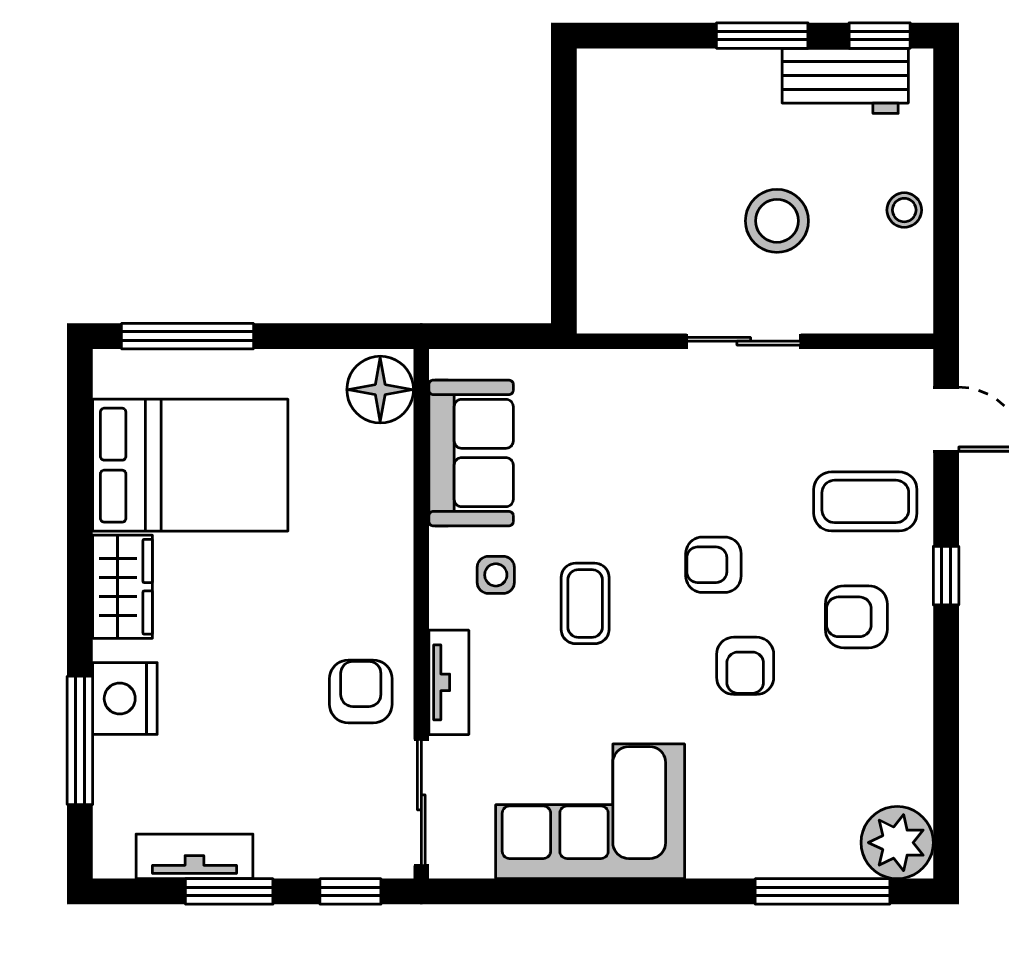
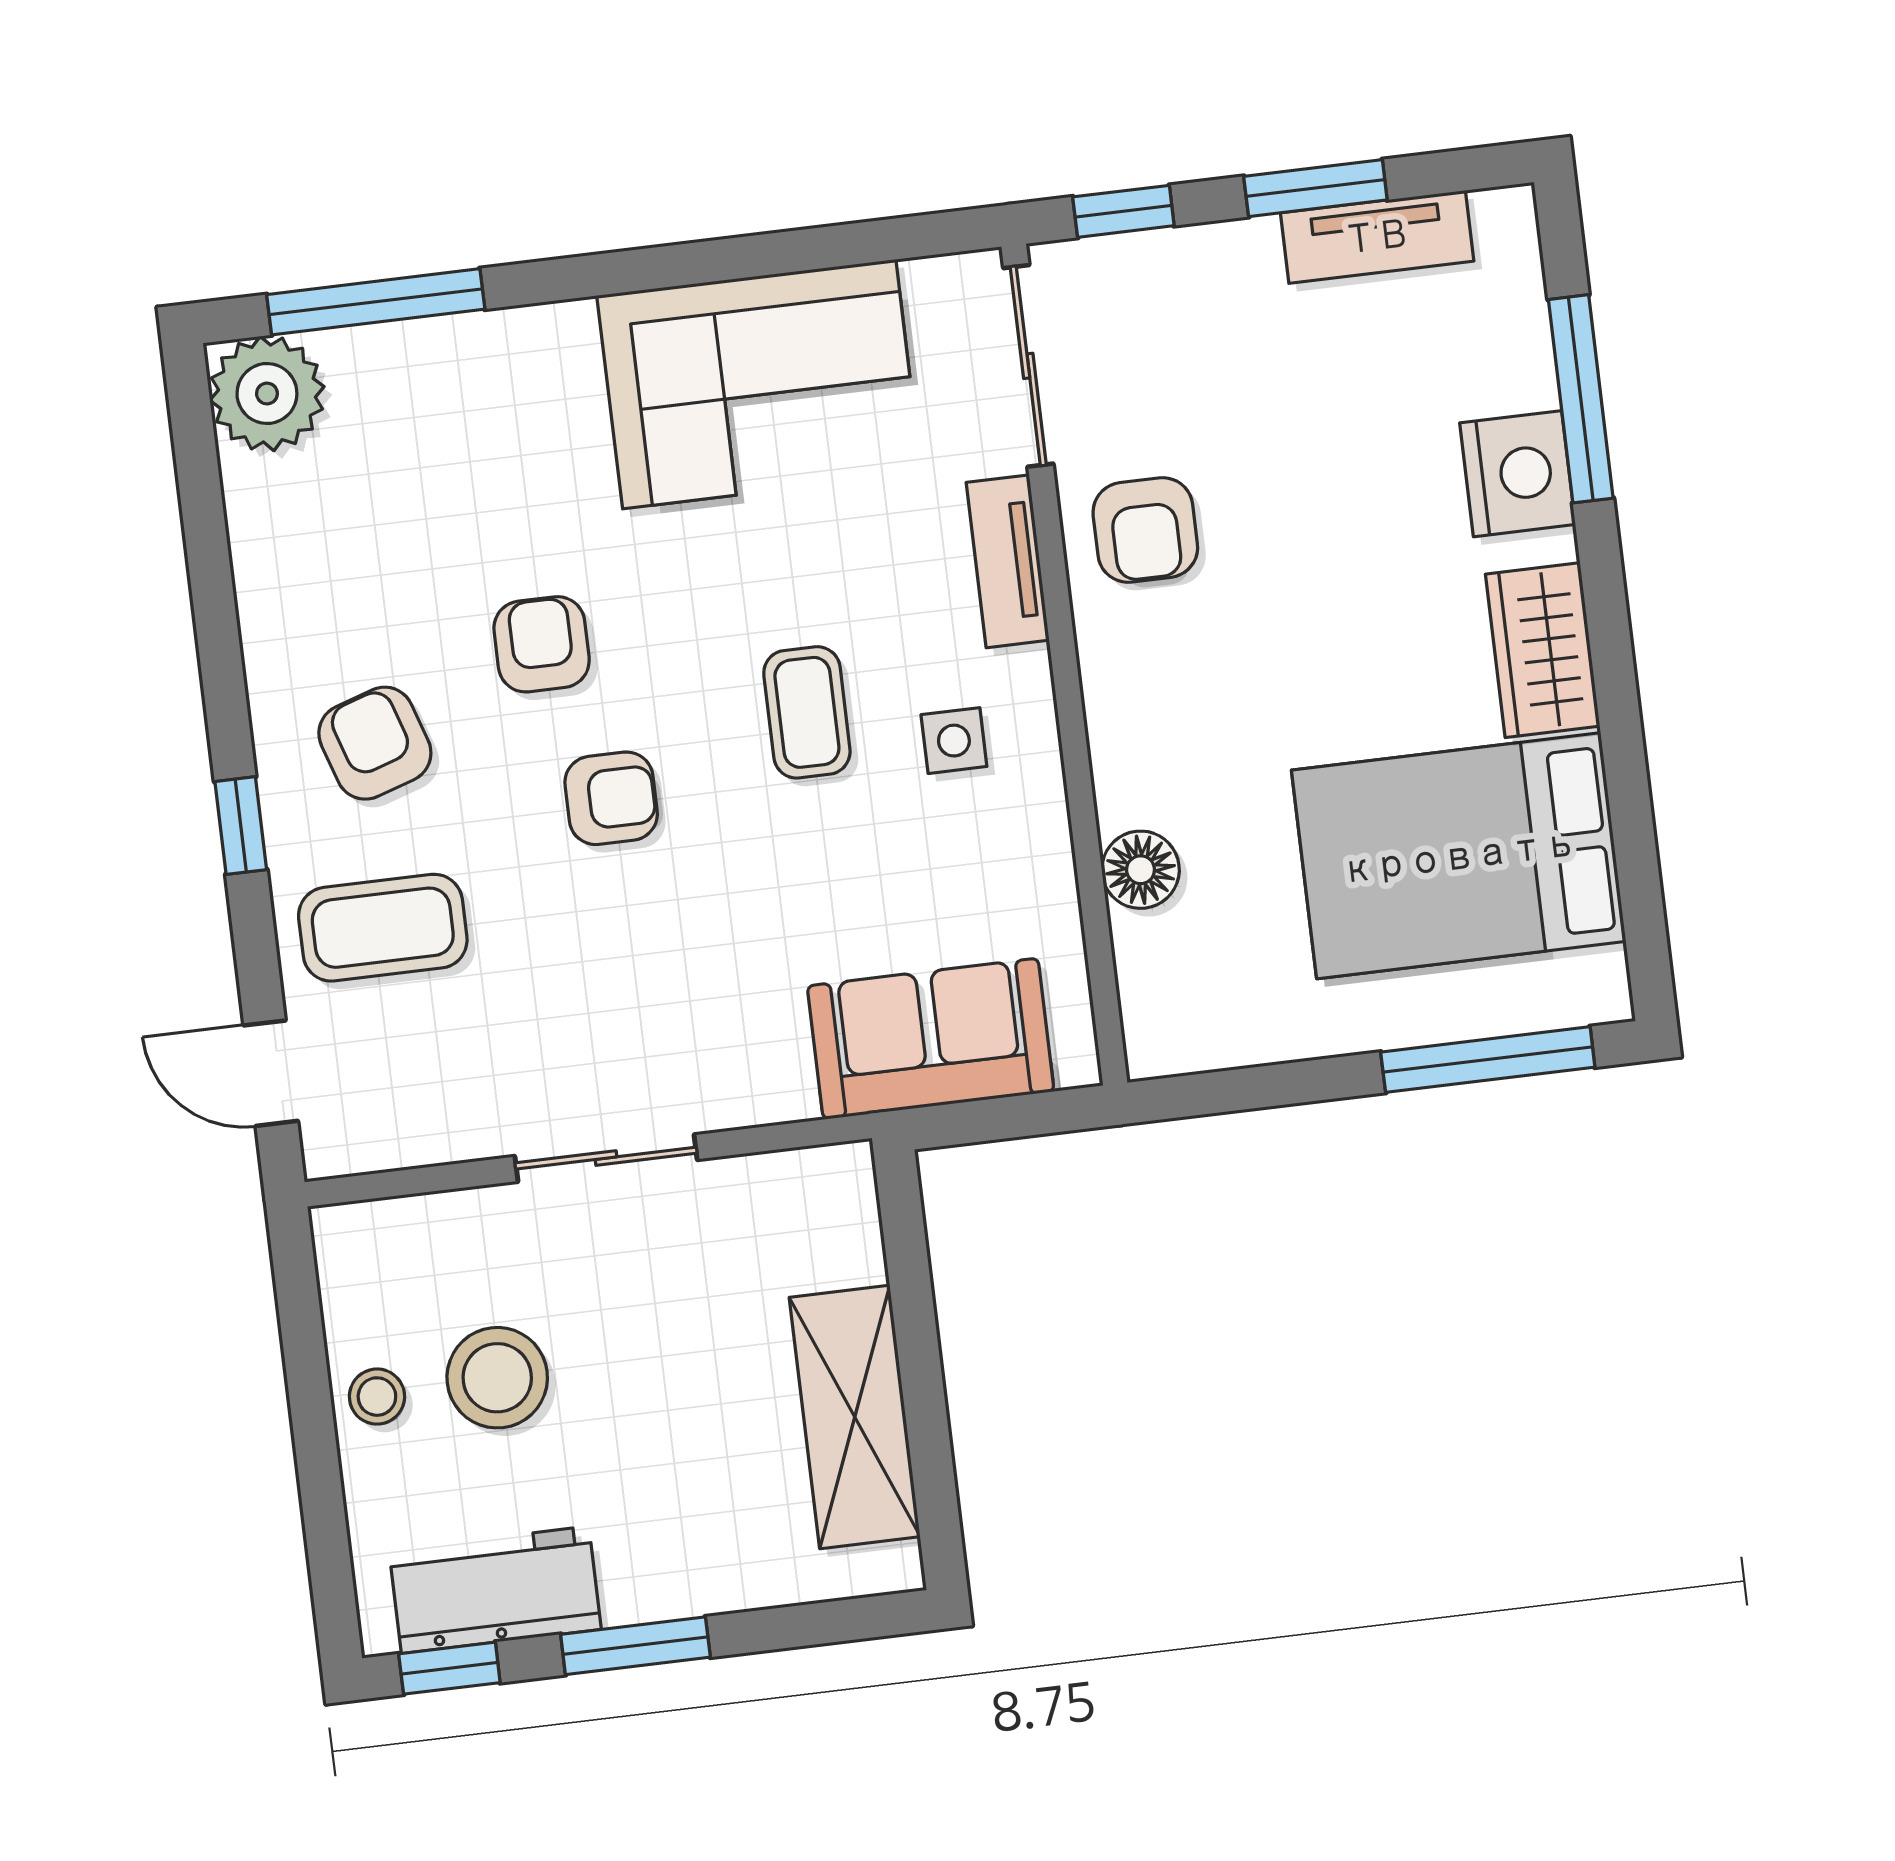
shelving: (608, 161) -> (855, 1417), added
stool: (777, 221) -> (497, 1378), moved
floor lamp: (380, 390) -> (1141, 870), moved, width x0.73, depth x0.73
sofa: (471, 453) -> (931, 1039), moved, turned 90
armchair: (856, 617) -> (375, 743), turned -108

